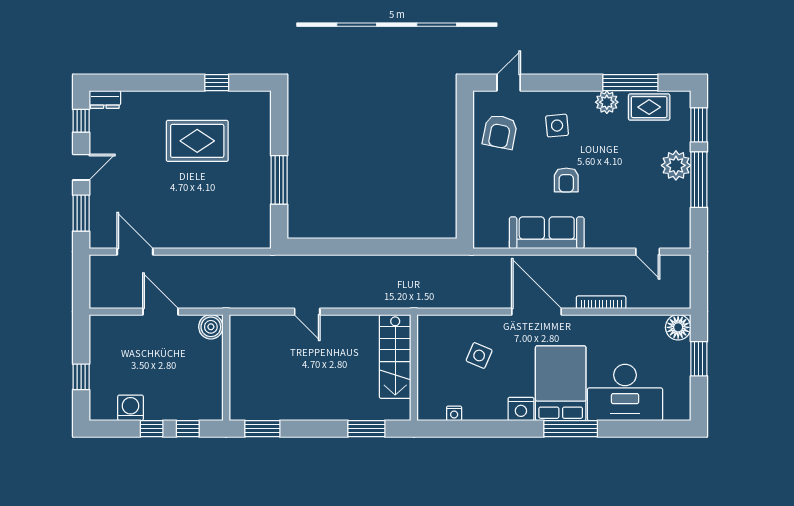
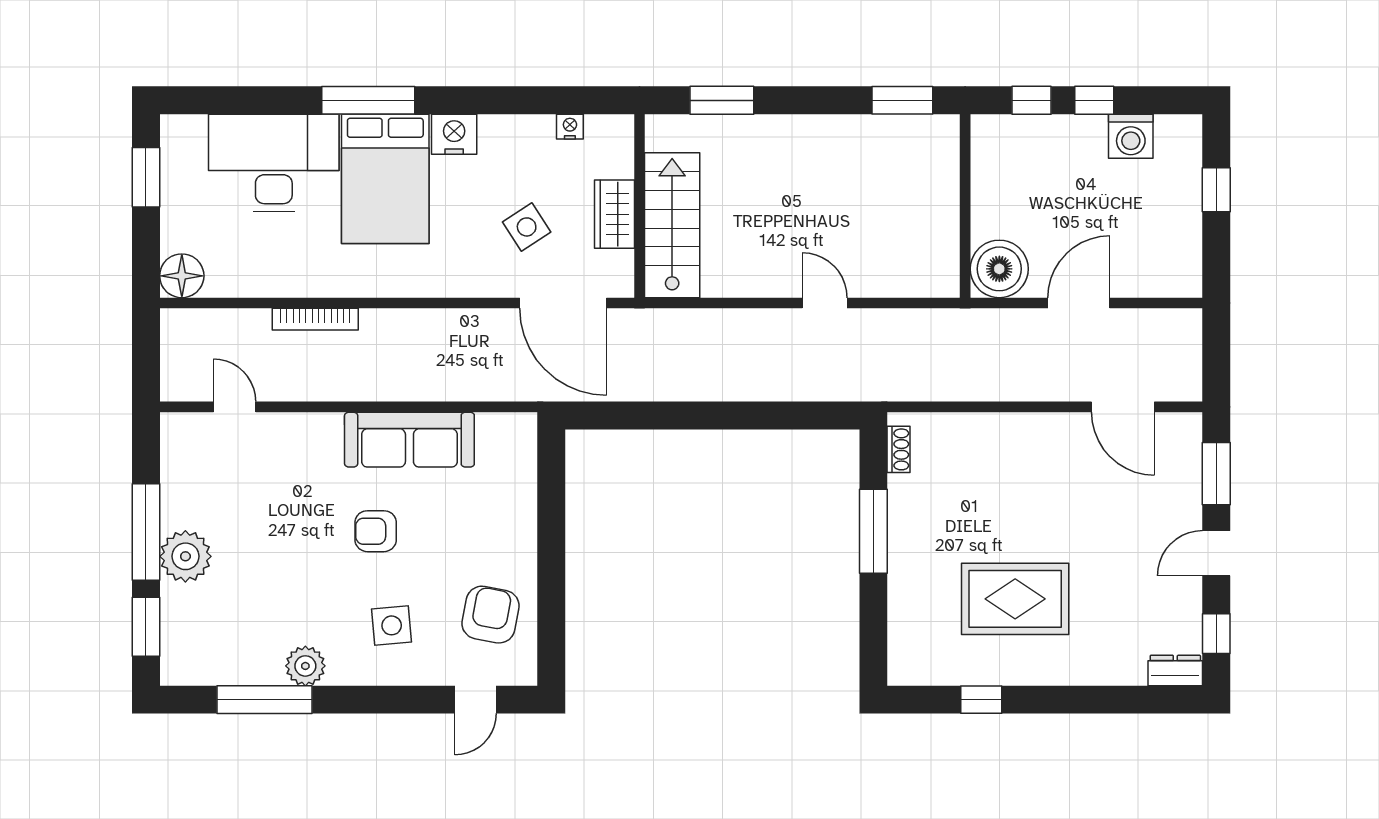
rug: (649, 107) -> (232, 657), removed
armchair: (566, 180) -> (376, 531), turned -90
shoe rack: (264, 227) -> (899, 449), added
door: (160, 312) -> (1079, 303), swing flipped
door: (536, 312) -> (563, 303), moved
boiler: (211, 327) -> (999, 269), width x1.37, depth x1.37
side table: (479, 355) -> (527, 227), turned 34
window: (699, 359) -> (146, 177), moved
wardrobe: (428, 363) -> (614, 214), added

